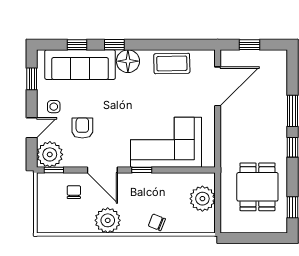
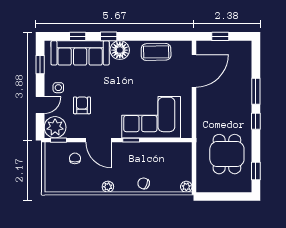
plant: (202, 199) -> (186, 187), moved, width x0.53, depth x0.53
plant: (108, 220) -> (108, 187), width x0.53, depth x0.53

